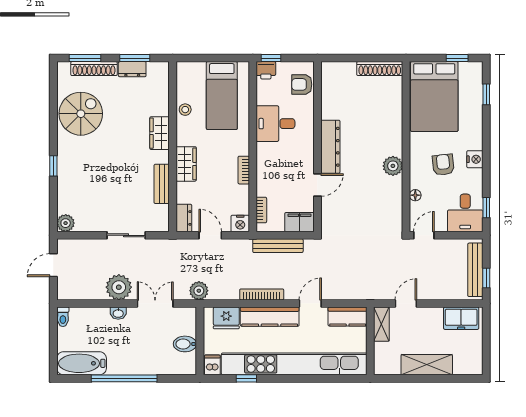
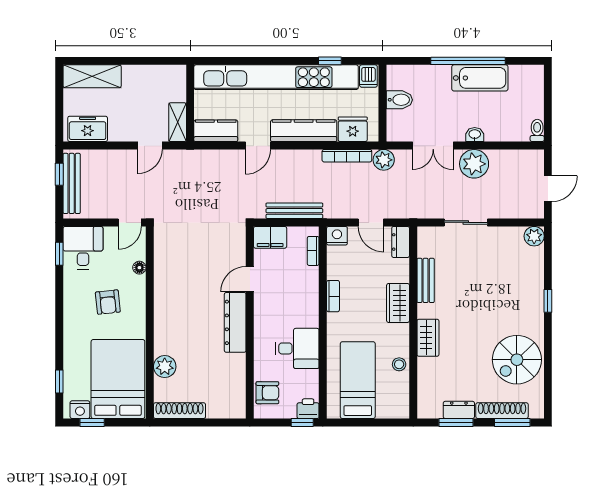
nightstand: (475, 159) -> (80, 410), moved, turned -90
plant: (393, 166) -> (165, 367), moved
bookcase: (262, 294) -> (347, 156), moved
bathtub: (82, 363) -> (480, 78), moved
shelving: (427, 365) -> (92, 76), moved

